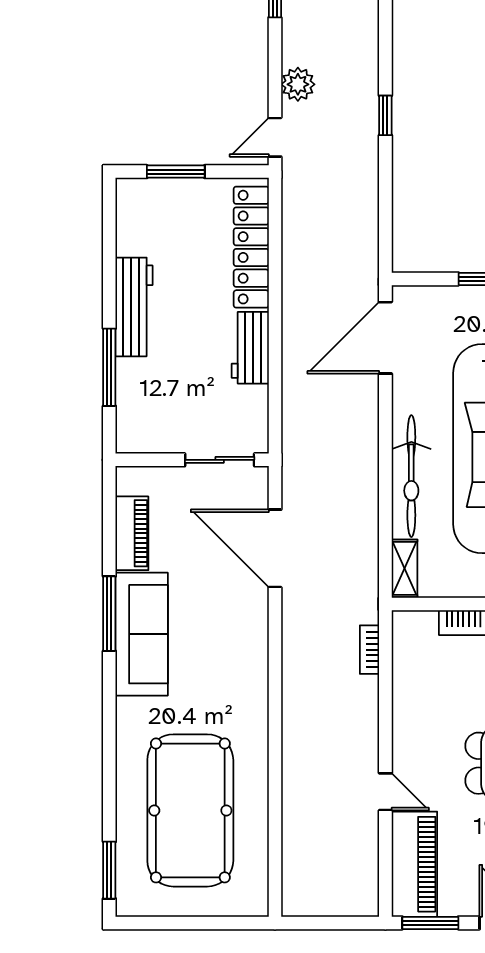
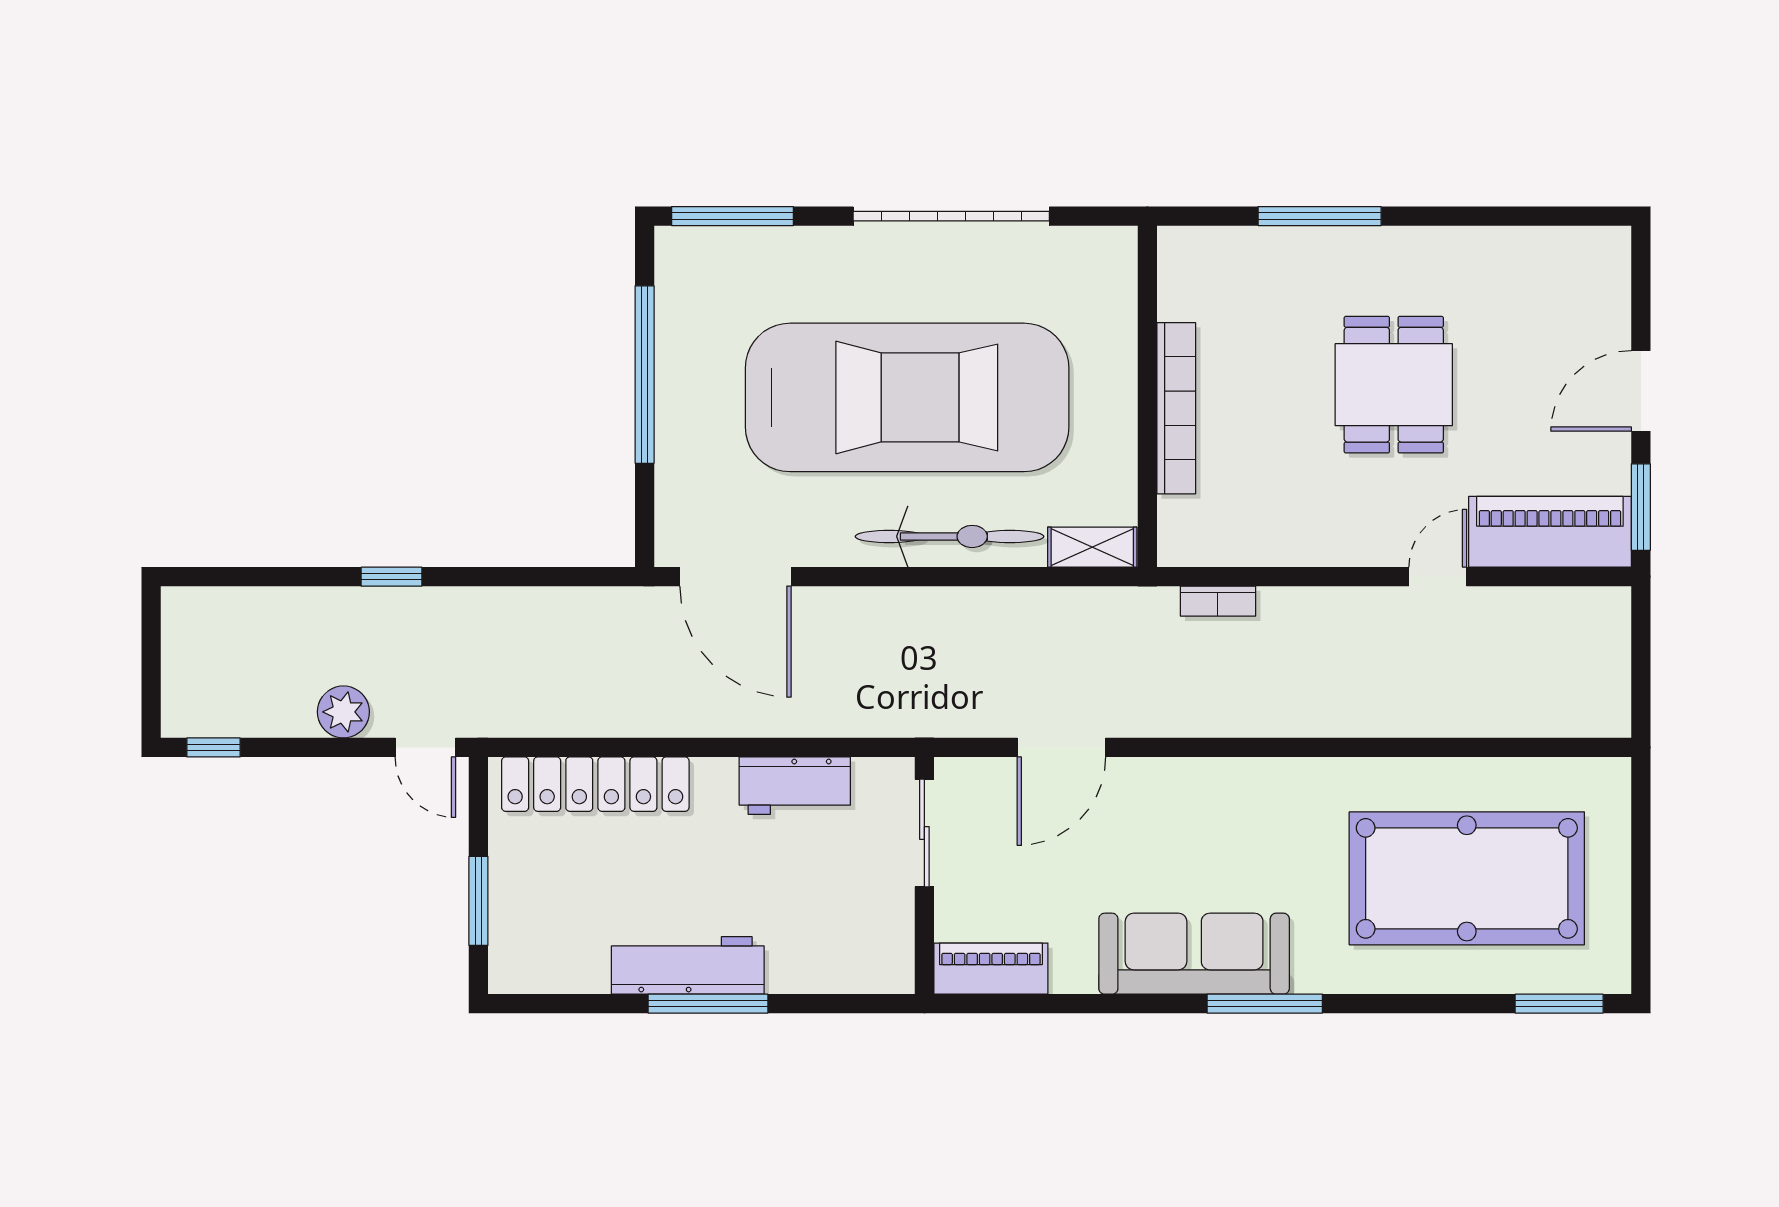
workbench: (250, 348) -> (795, 786), moved
window: (109, 367) -> (708, 1004), moved
piano: (132, 533) -> (991, 969), moved
door: (275, 548) -> (1061, 747), width x0.73
window: (109, 614) -> (1265, 1004), moved

